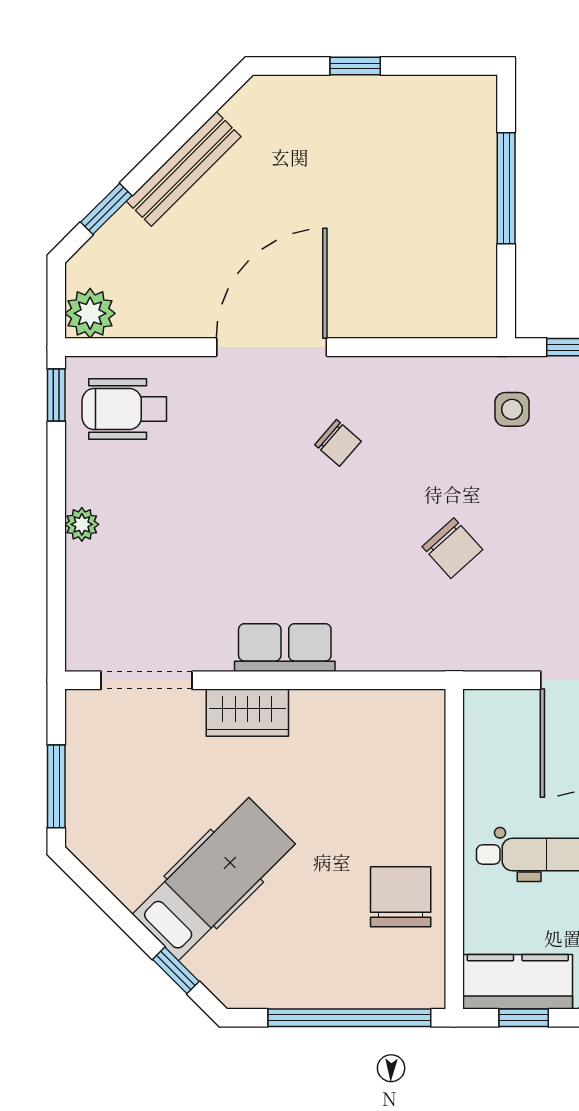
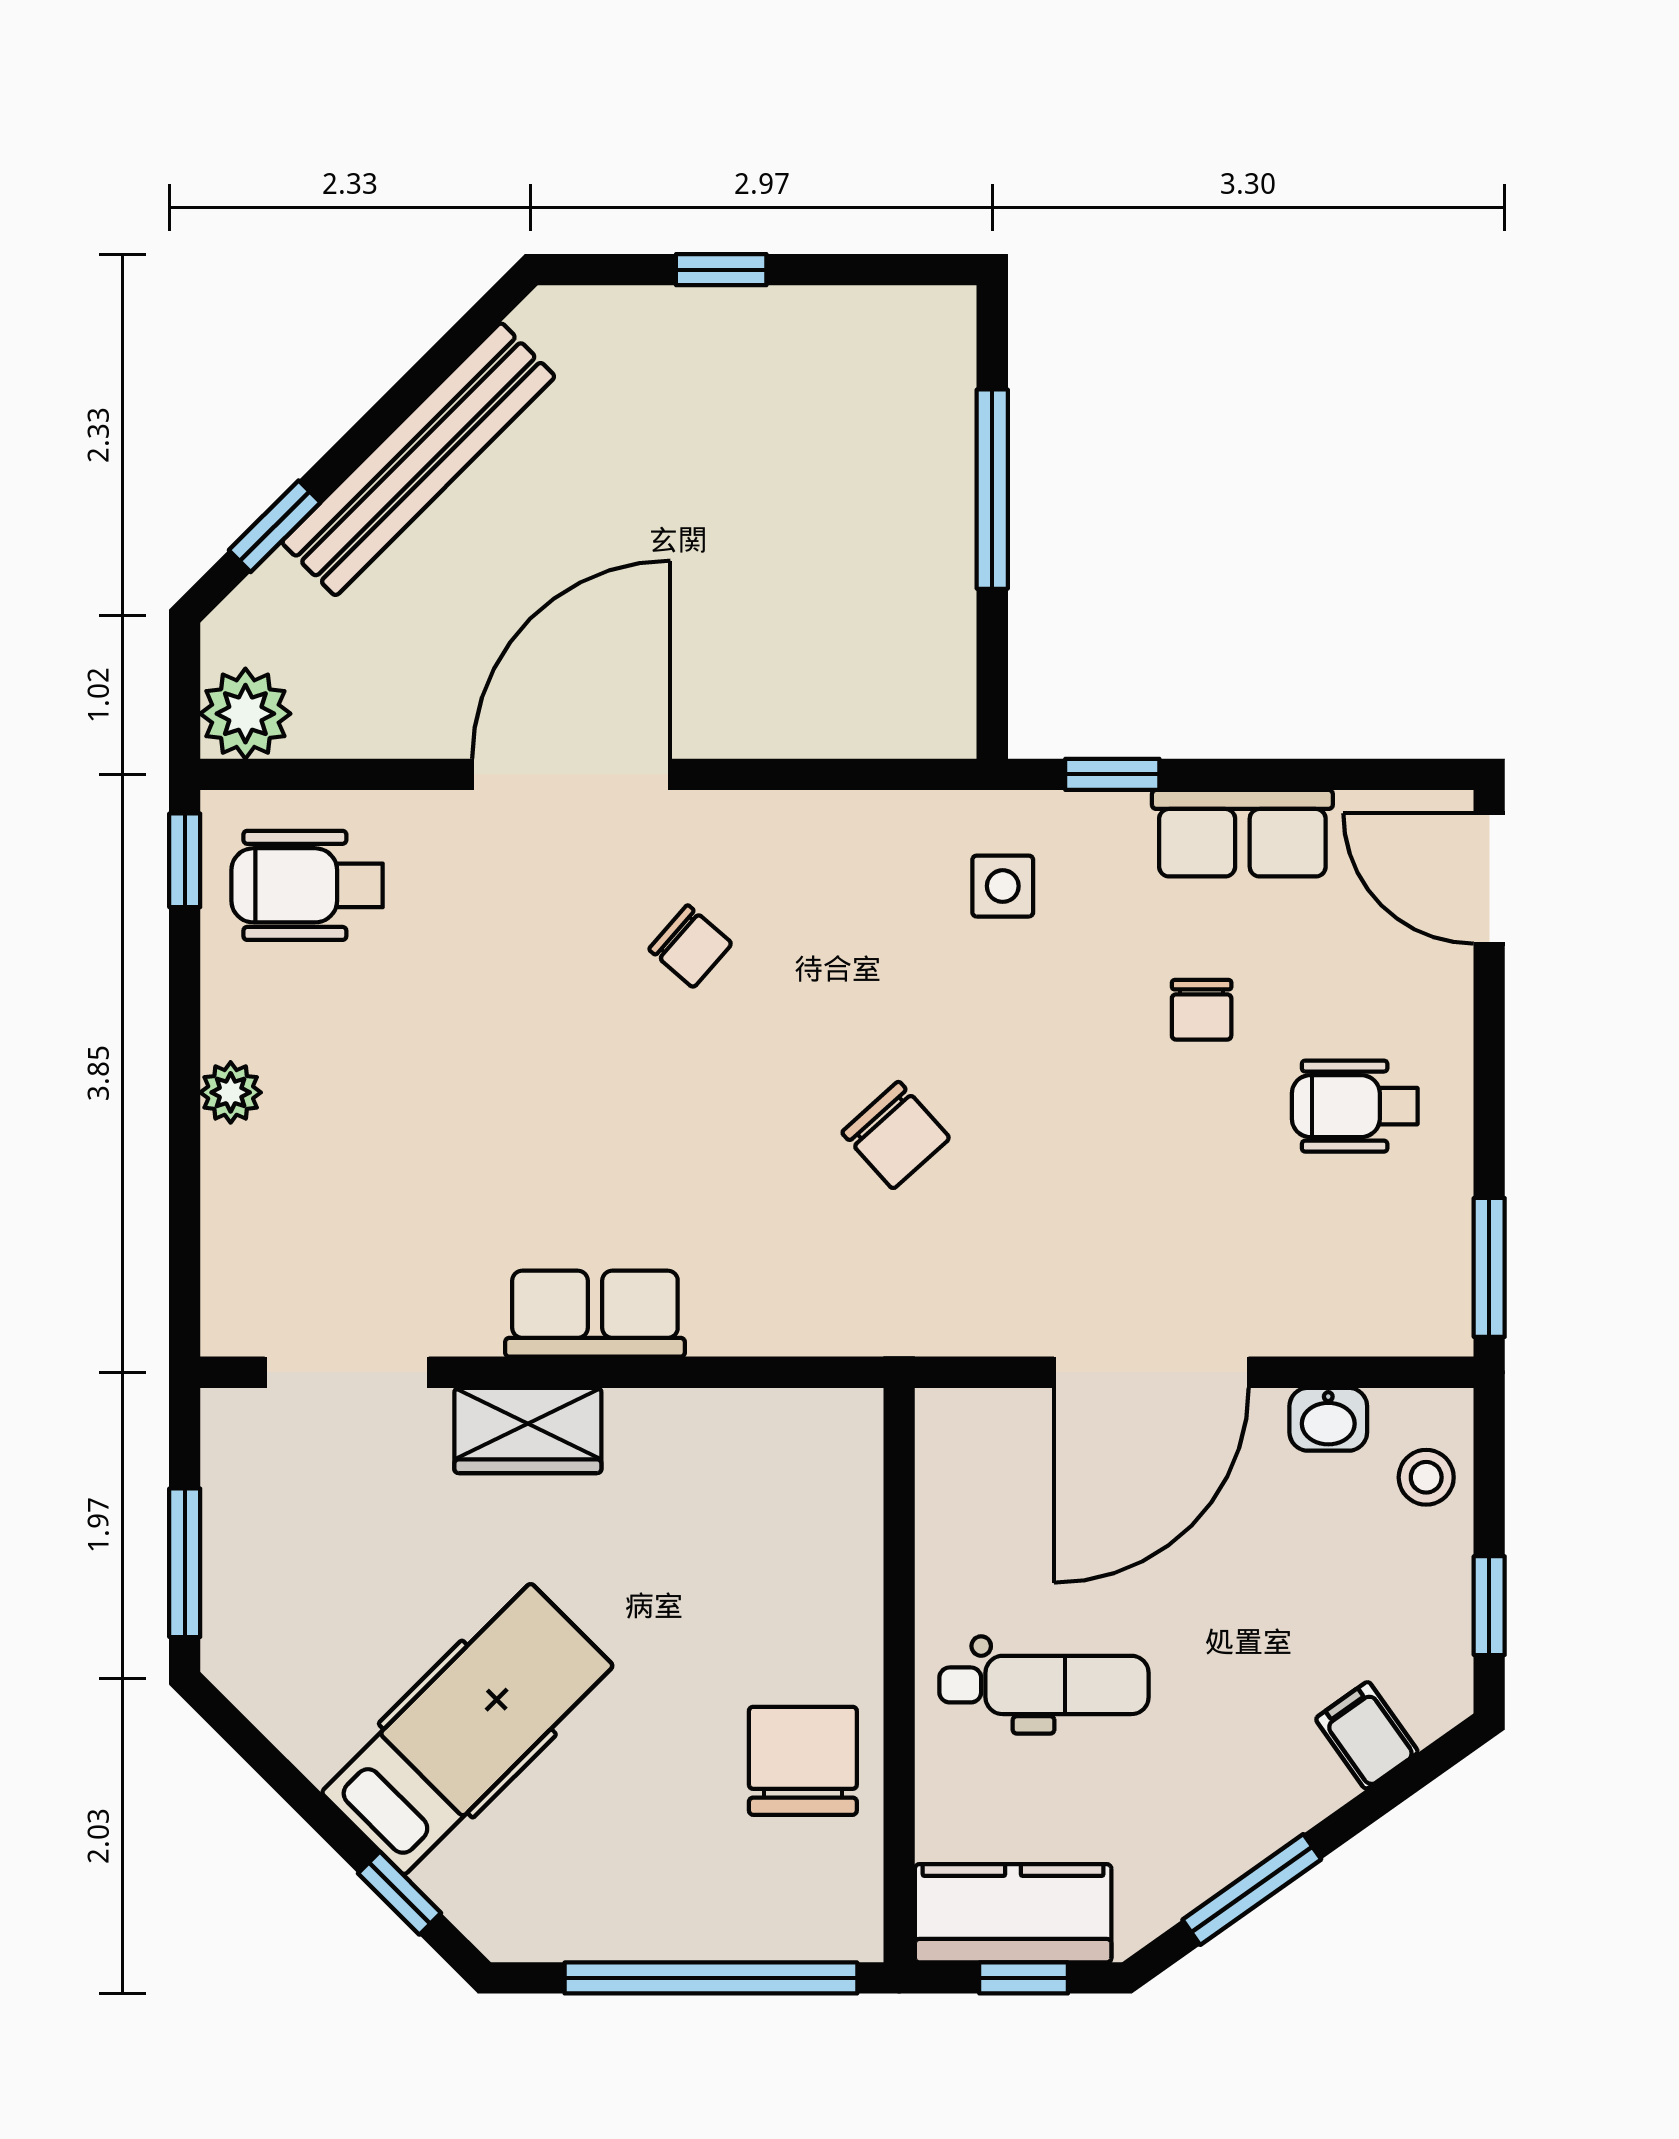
bench: (184, 169) -> (418, 459), width x1.37, depth x1.21

